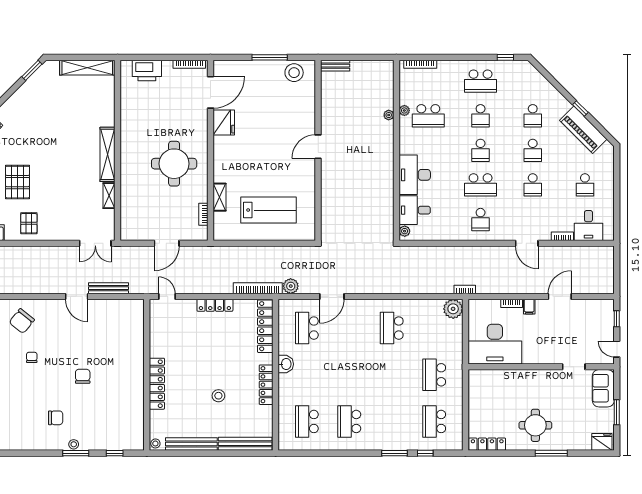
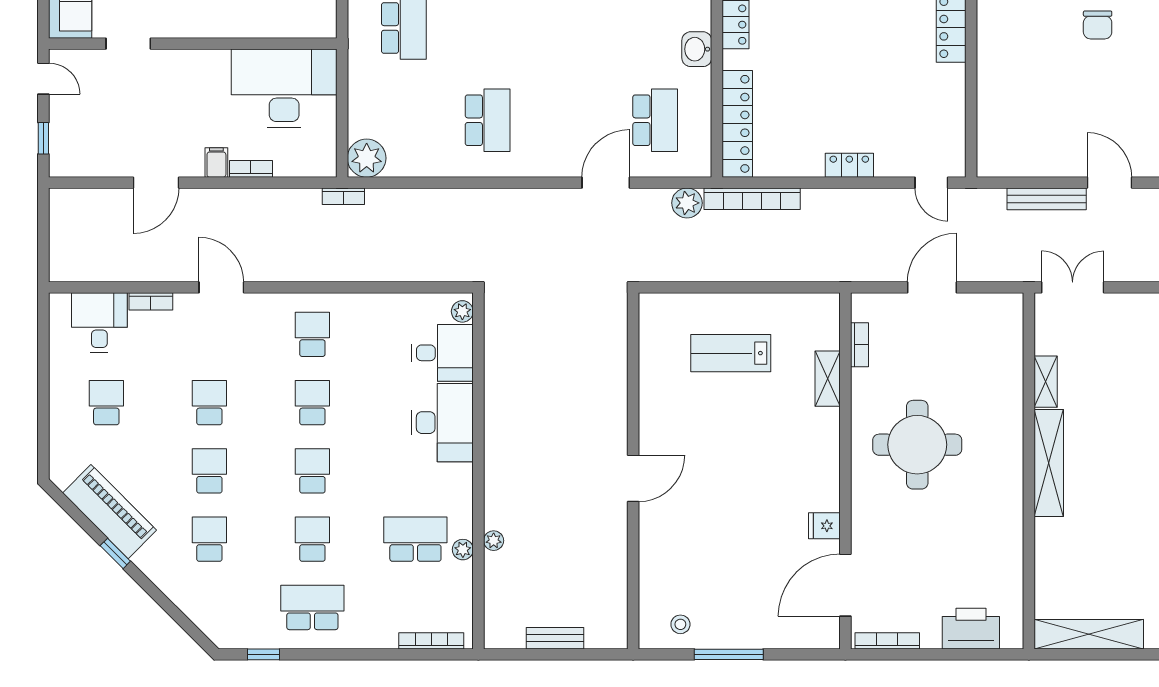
bench: (335, 66) -> (555, 638), moved
stool: (294, 73) -> (680, 624), width x0.53, depth x0.53
fridge: (224, 123) -> (824, 526), width x0.53, depth x0.75
school desk: (481, 185) -> (312, 403), width x0.54
lab bench: (269, 210) -> (731, 353), width x0.73, depth x0.72
locker: (215, 305) -> (849, 165), width x0.66

